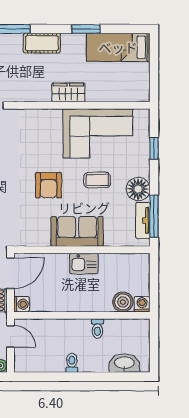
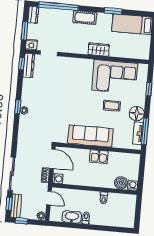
armchair: (49, 185) -> (81, 106), removed
sofa: (77, 231) -> (90, 136), width x1.36
door: (10, 273) -> (53, 159), hinge flipped
washbasin: (124, 363) -> (72, 217), moved

